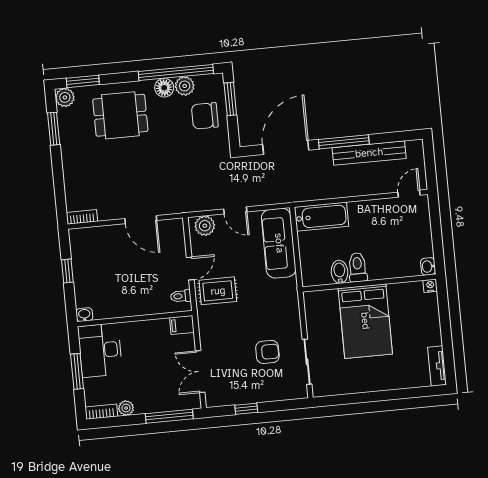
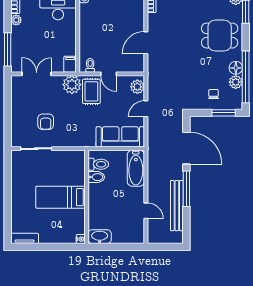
dining table: (120, 115) -> (220, 36), turned 90
chair: (205, 116) -> (214, 94), width x0.54, depth x0.54
door: (409, 194) -> (146, 211), moved
washbasin: (428, 266) -> (100, 237), width x1.91, depth x1.45
toilet: (358, 267) -> (98, 164), moved
plant: (211, 319) -> (72, 85), added
bed: (365, 321) -> (60, 197), width x0.67
window: (246, 409) -> (8, 103), removed

